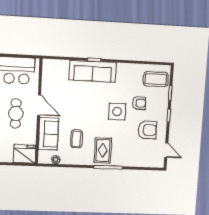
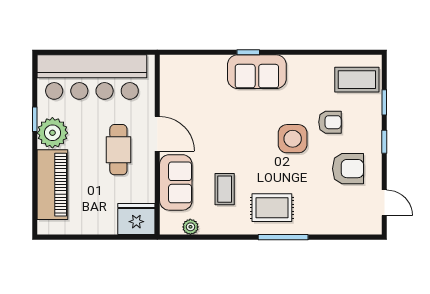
sofa: (93, 71) -> (257, 72), width x0.73
rug: (103, 150) -> (272, 208), turned 90

